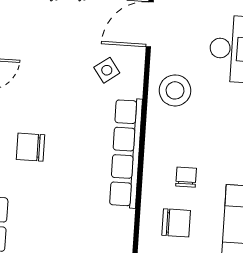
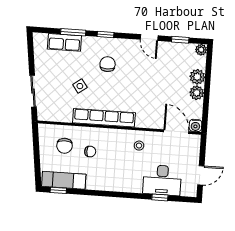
side table: (107, 70) -> (80, 86), moved
stool: (175, 90) -> (139, 146), width x0.53, depth x0.53

